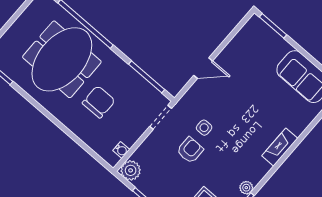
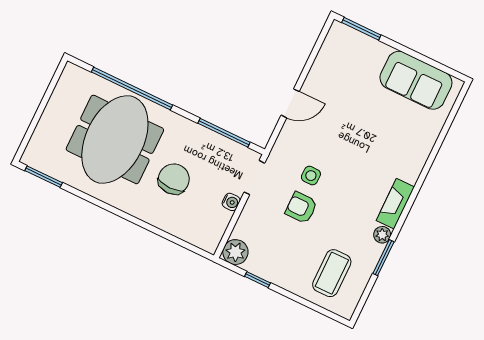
fireplace: (280, 147) -> (395, 204), moved
water cooler: (121, 150) -> (231, 202), moved
armchair: (190, 150) -> (301, 208), turned -90

